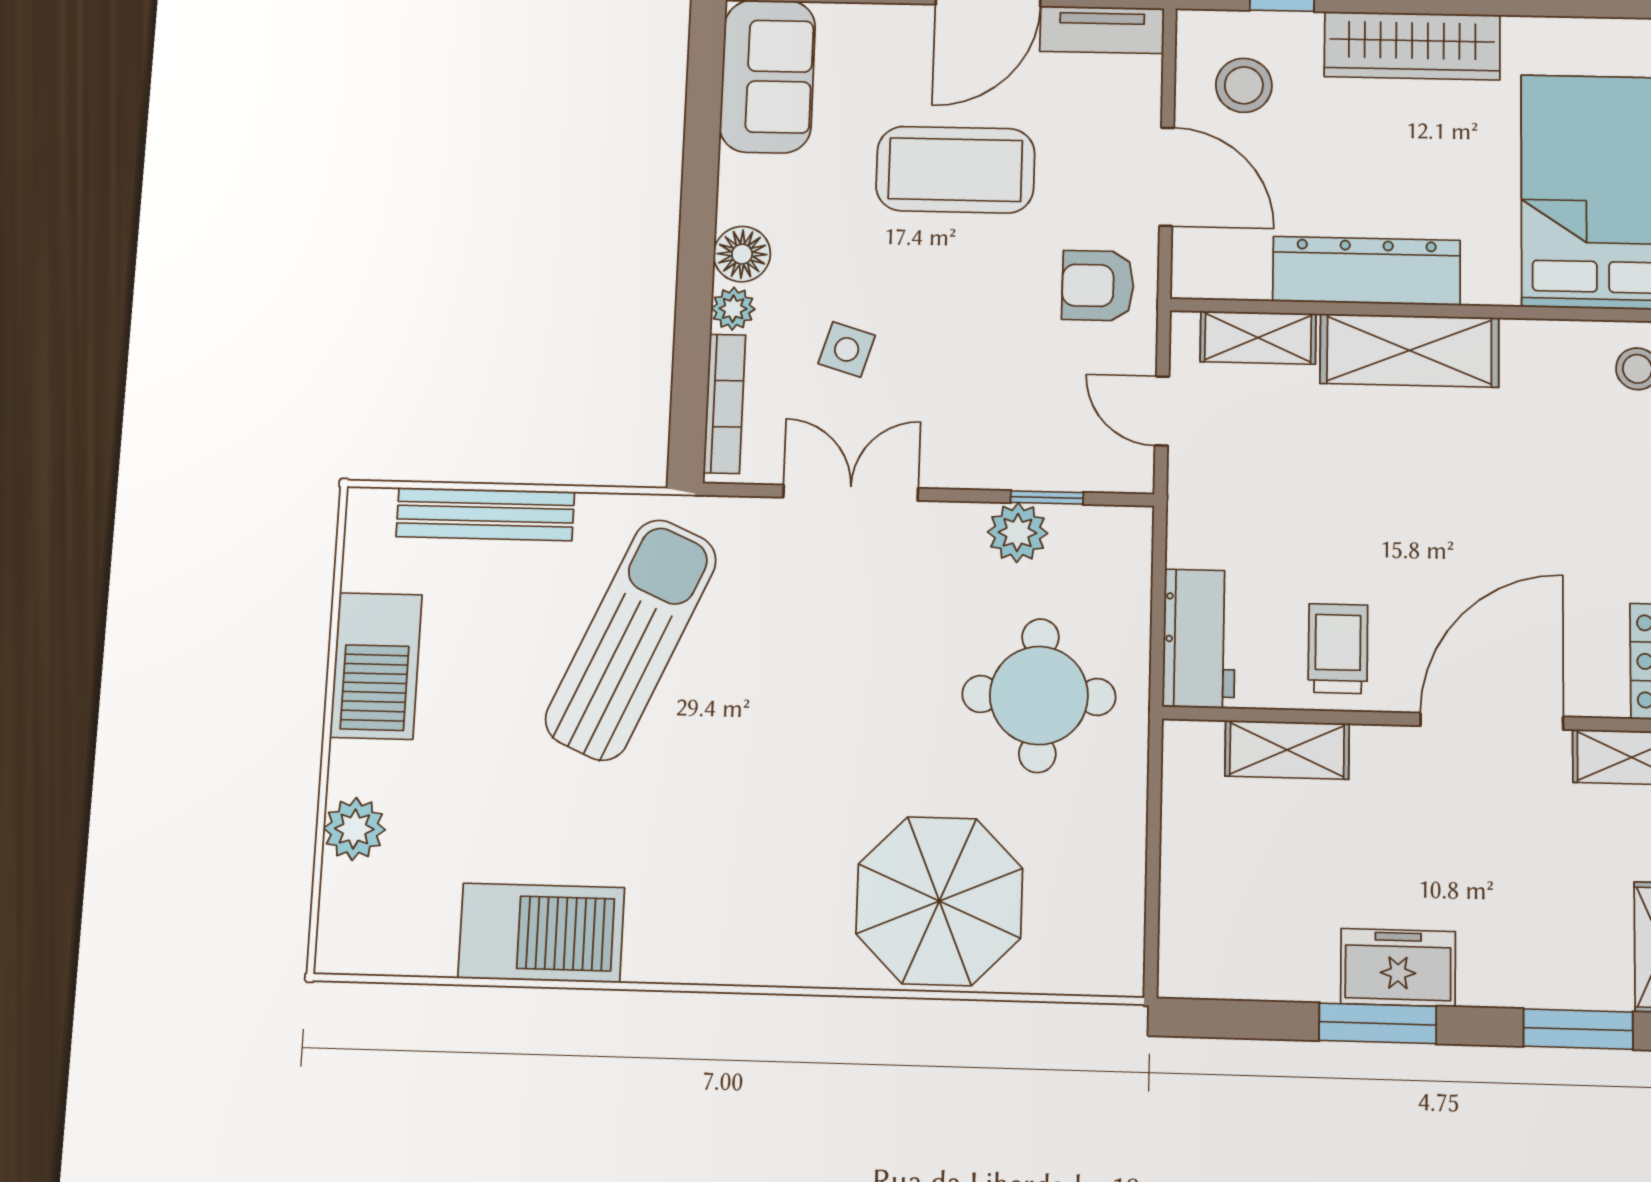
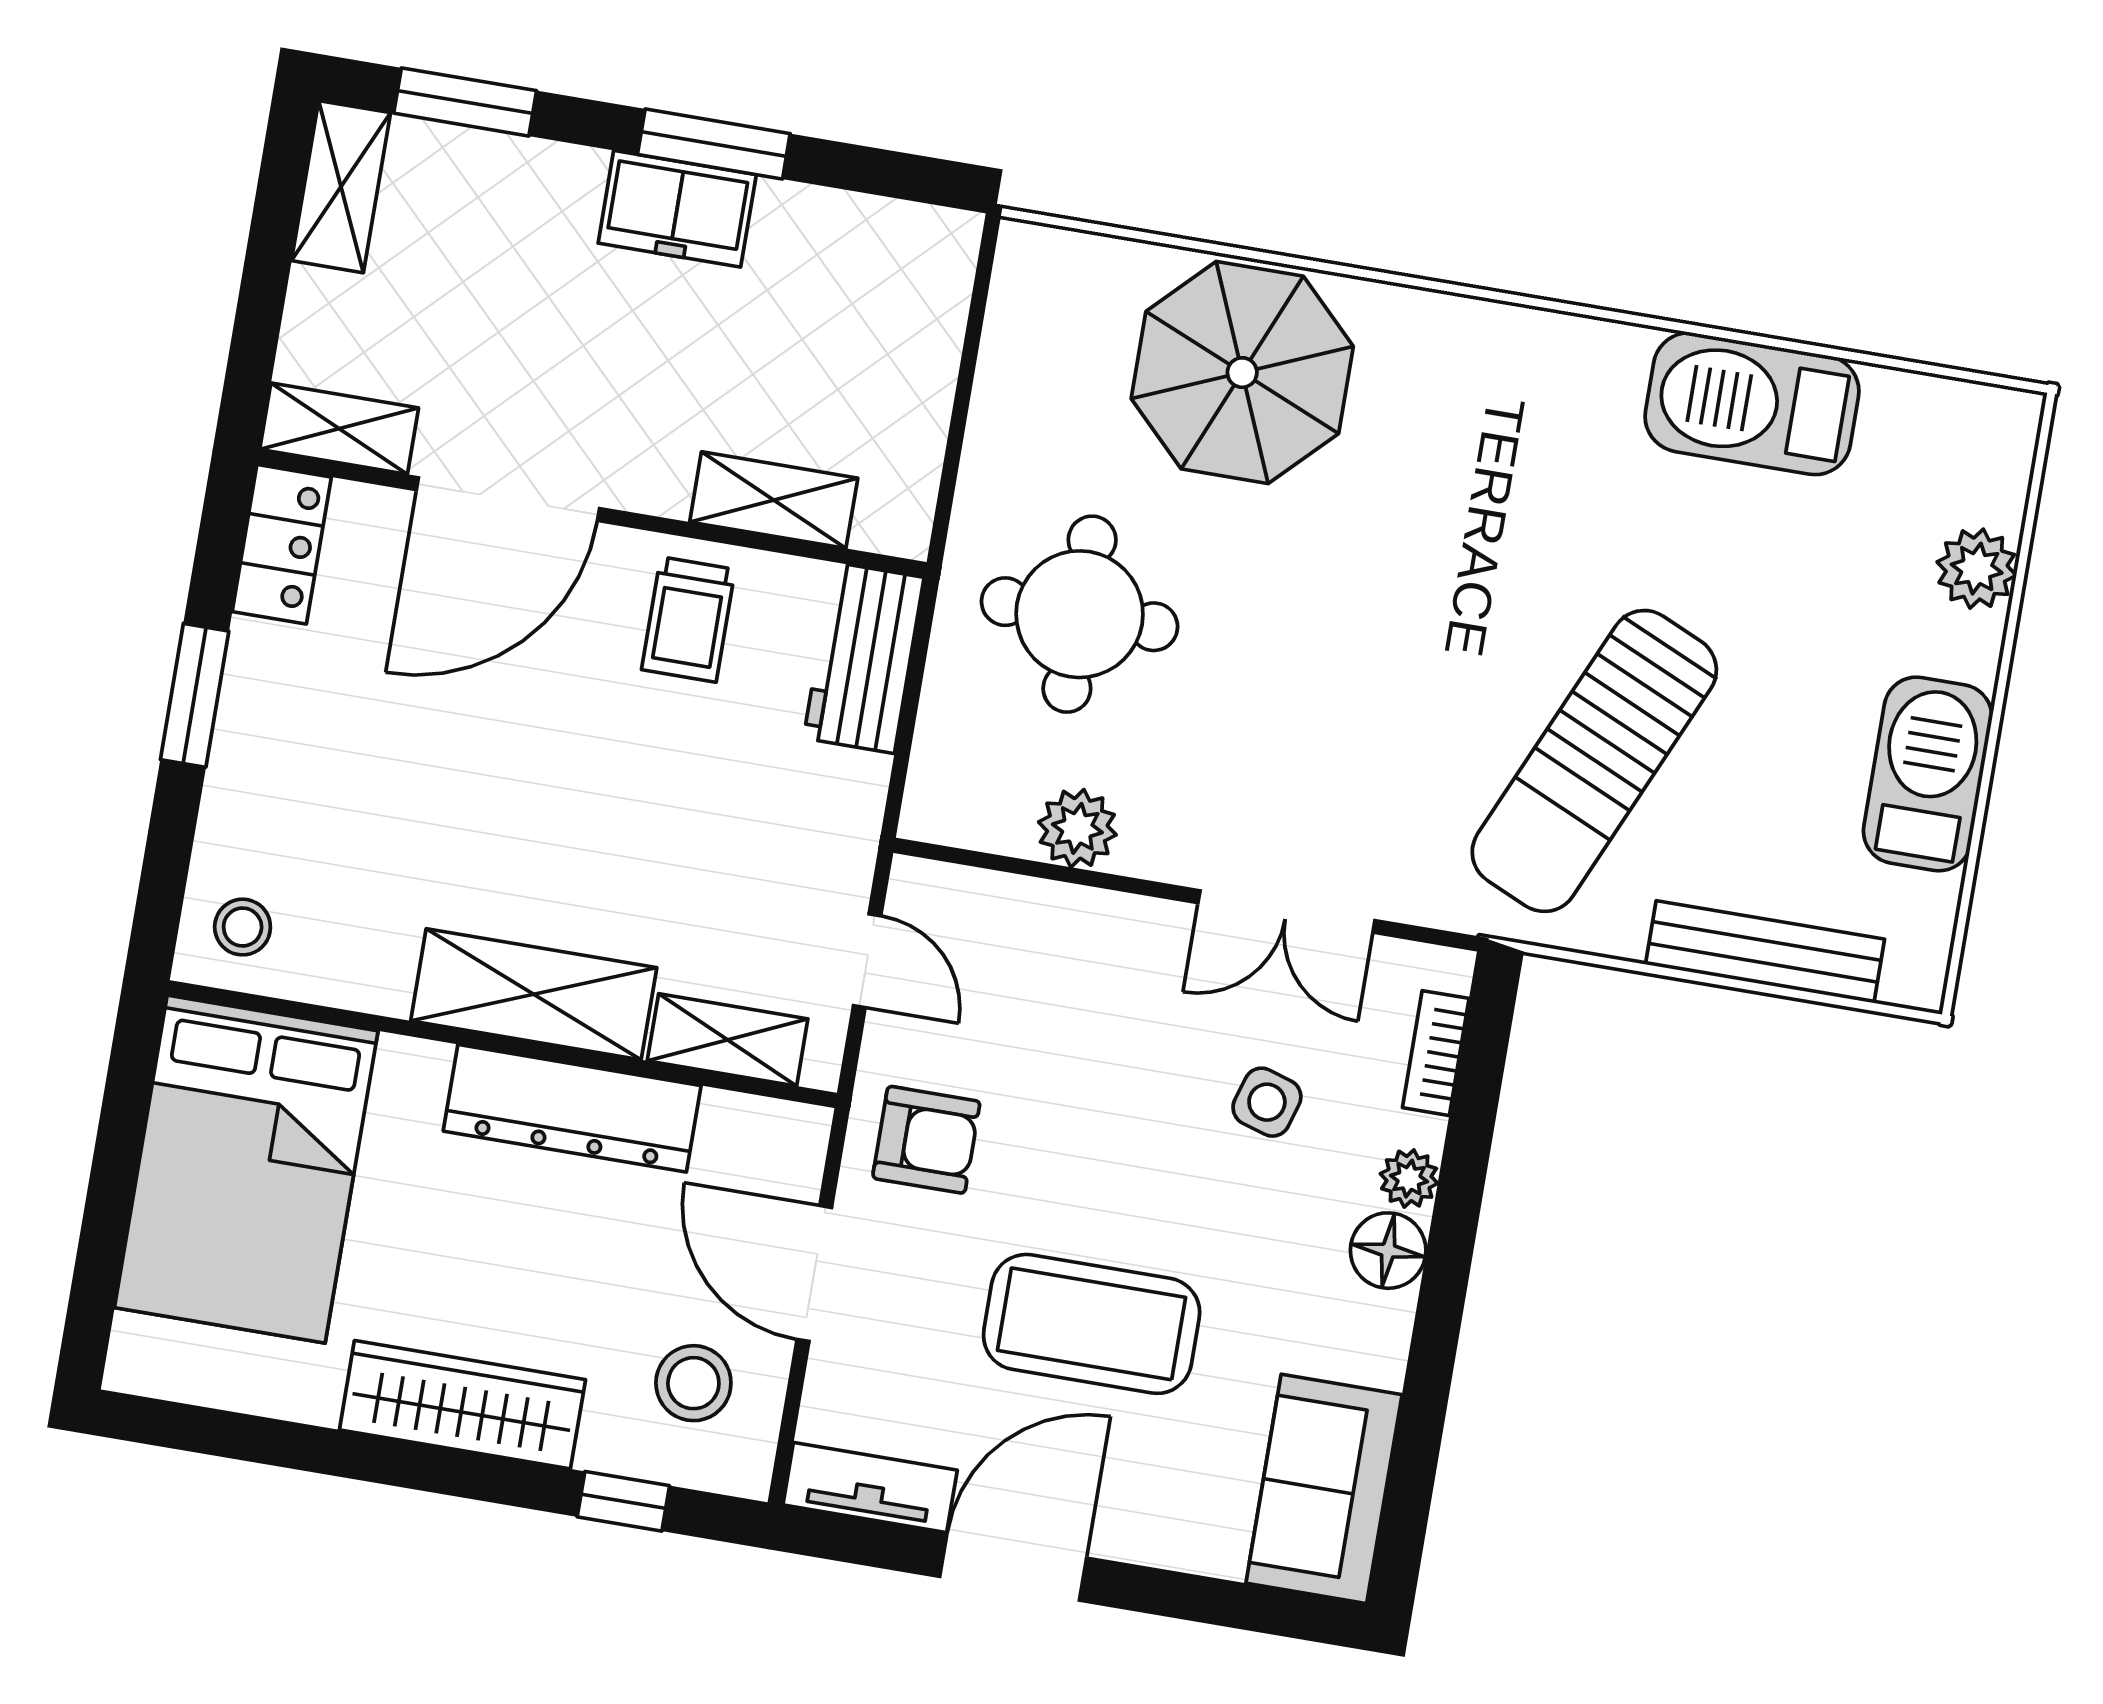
bookcase: (725, 404) -> (1436, 1053), width x0.64
window: (1047, 497) -> (1033, 869), removed

